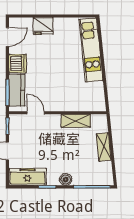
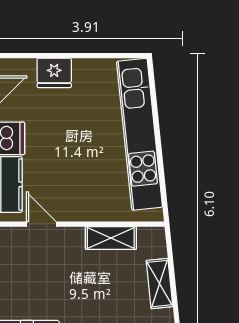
kitchen unit: (91, 50) -> (139, 134), width x1.36

